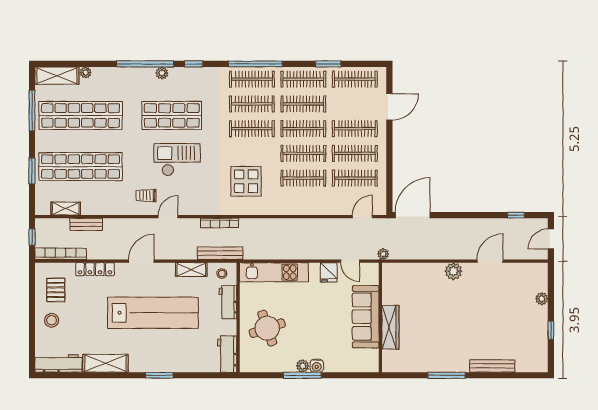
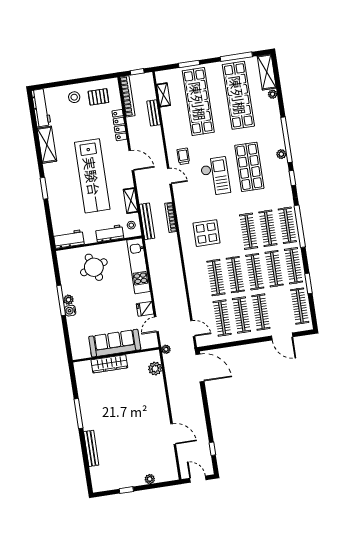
plant: (453, 271) -> (155, 369), moved

